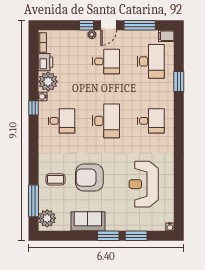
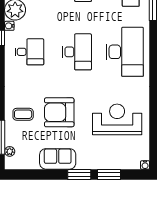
desk: (151, 121) -> (125, 52), width x1.87, depth x1.30
reception desk: (144, 184) -> (117, 119), turned 90
plant: (47, 218) -> (10, 151), width x0.53, depth x0.53

